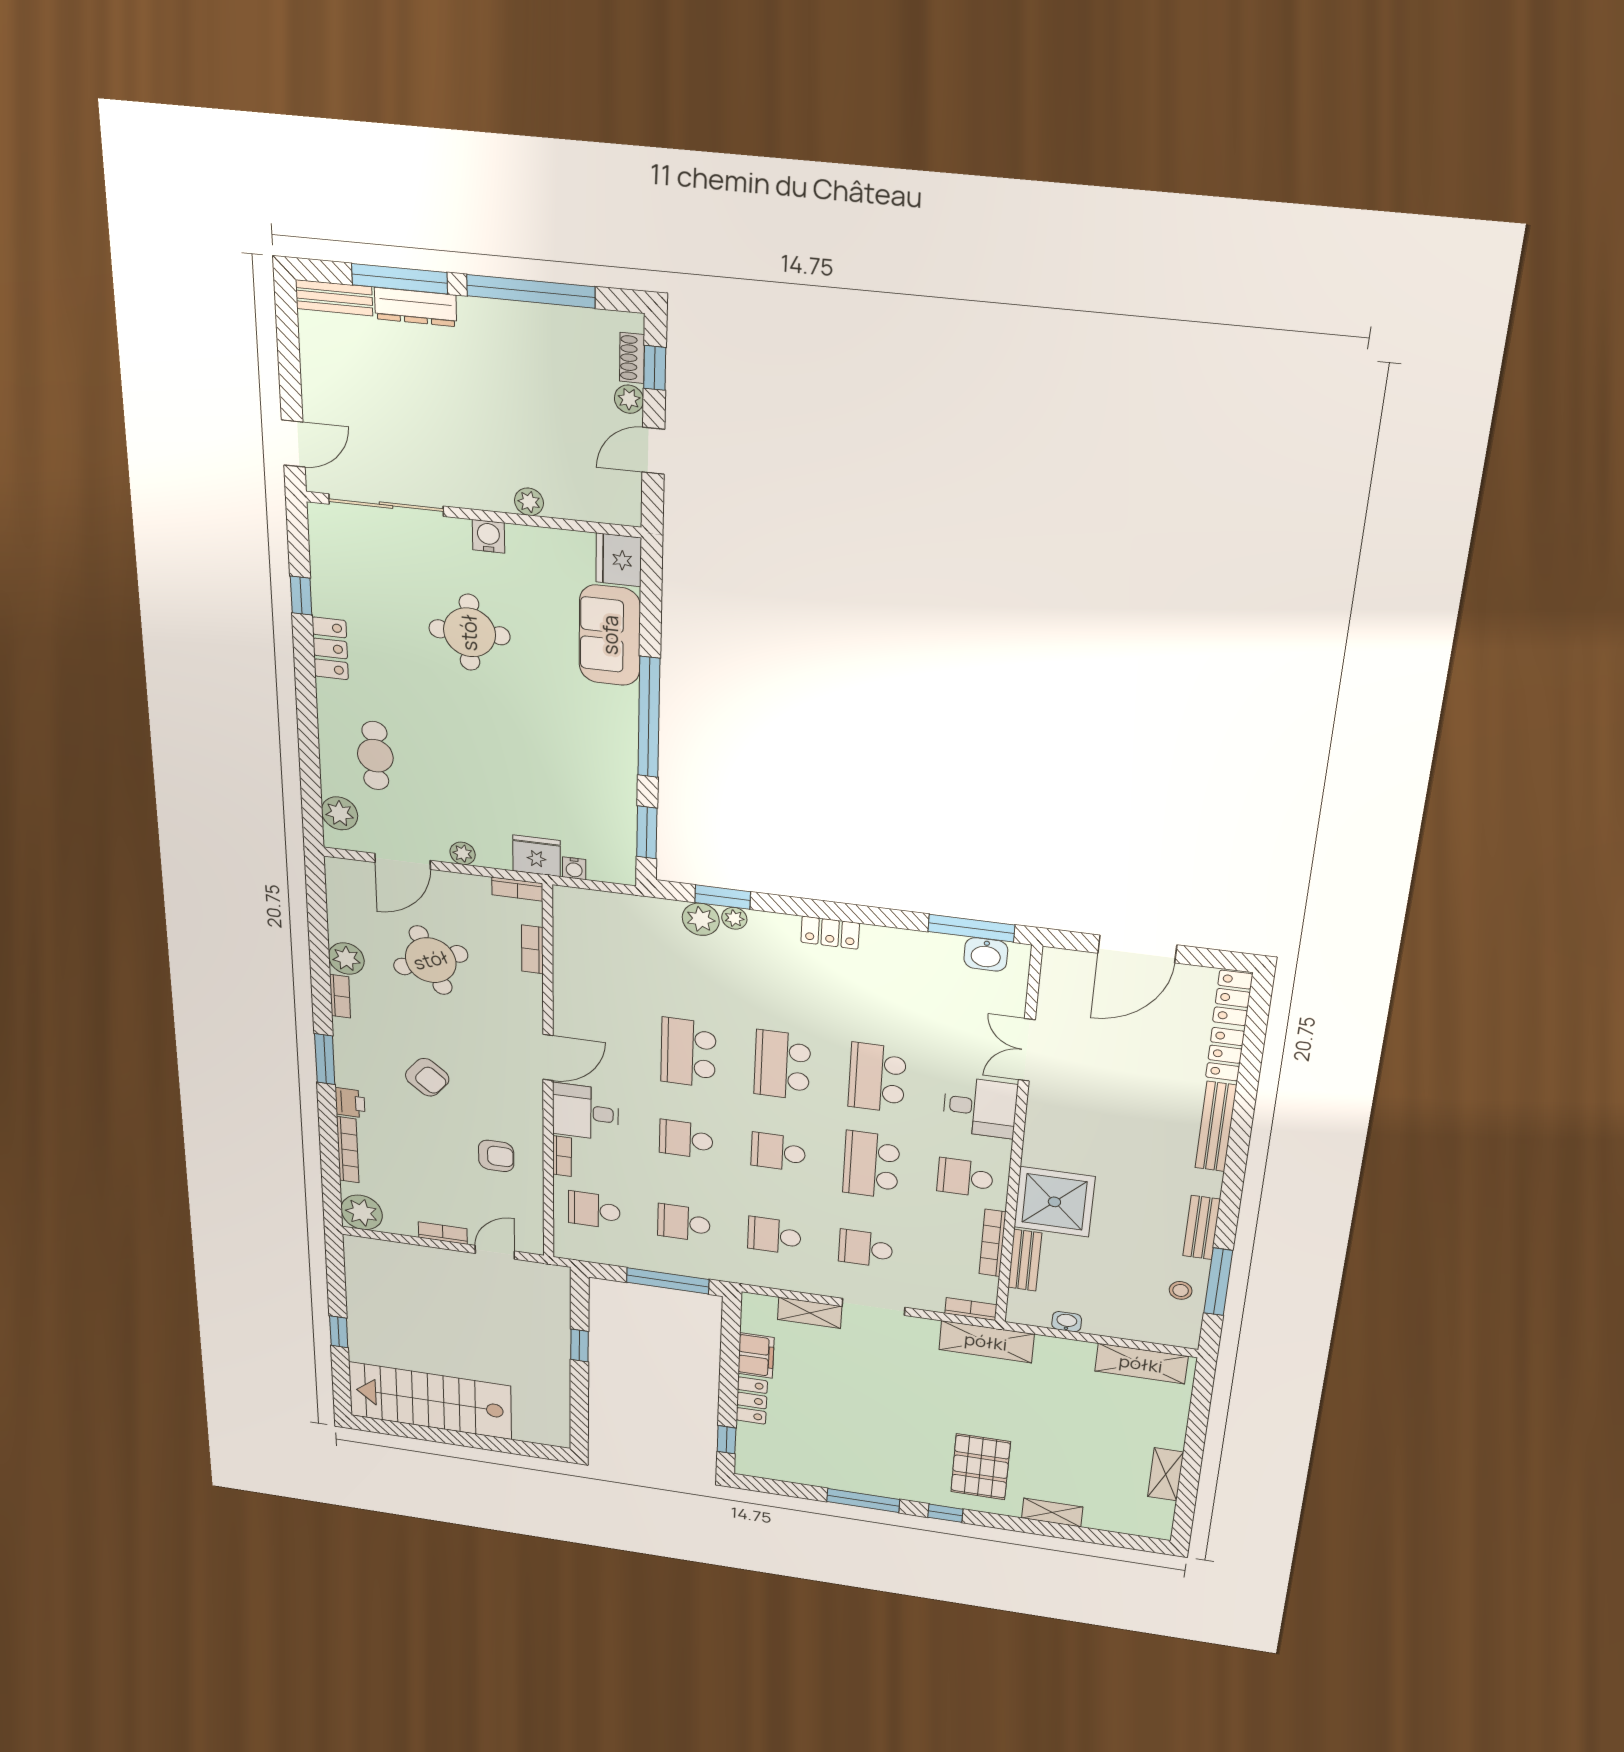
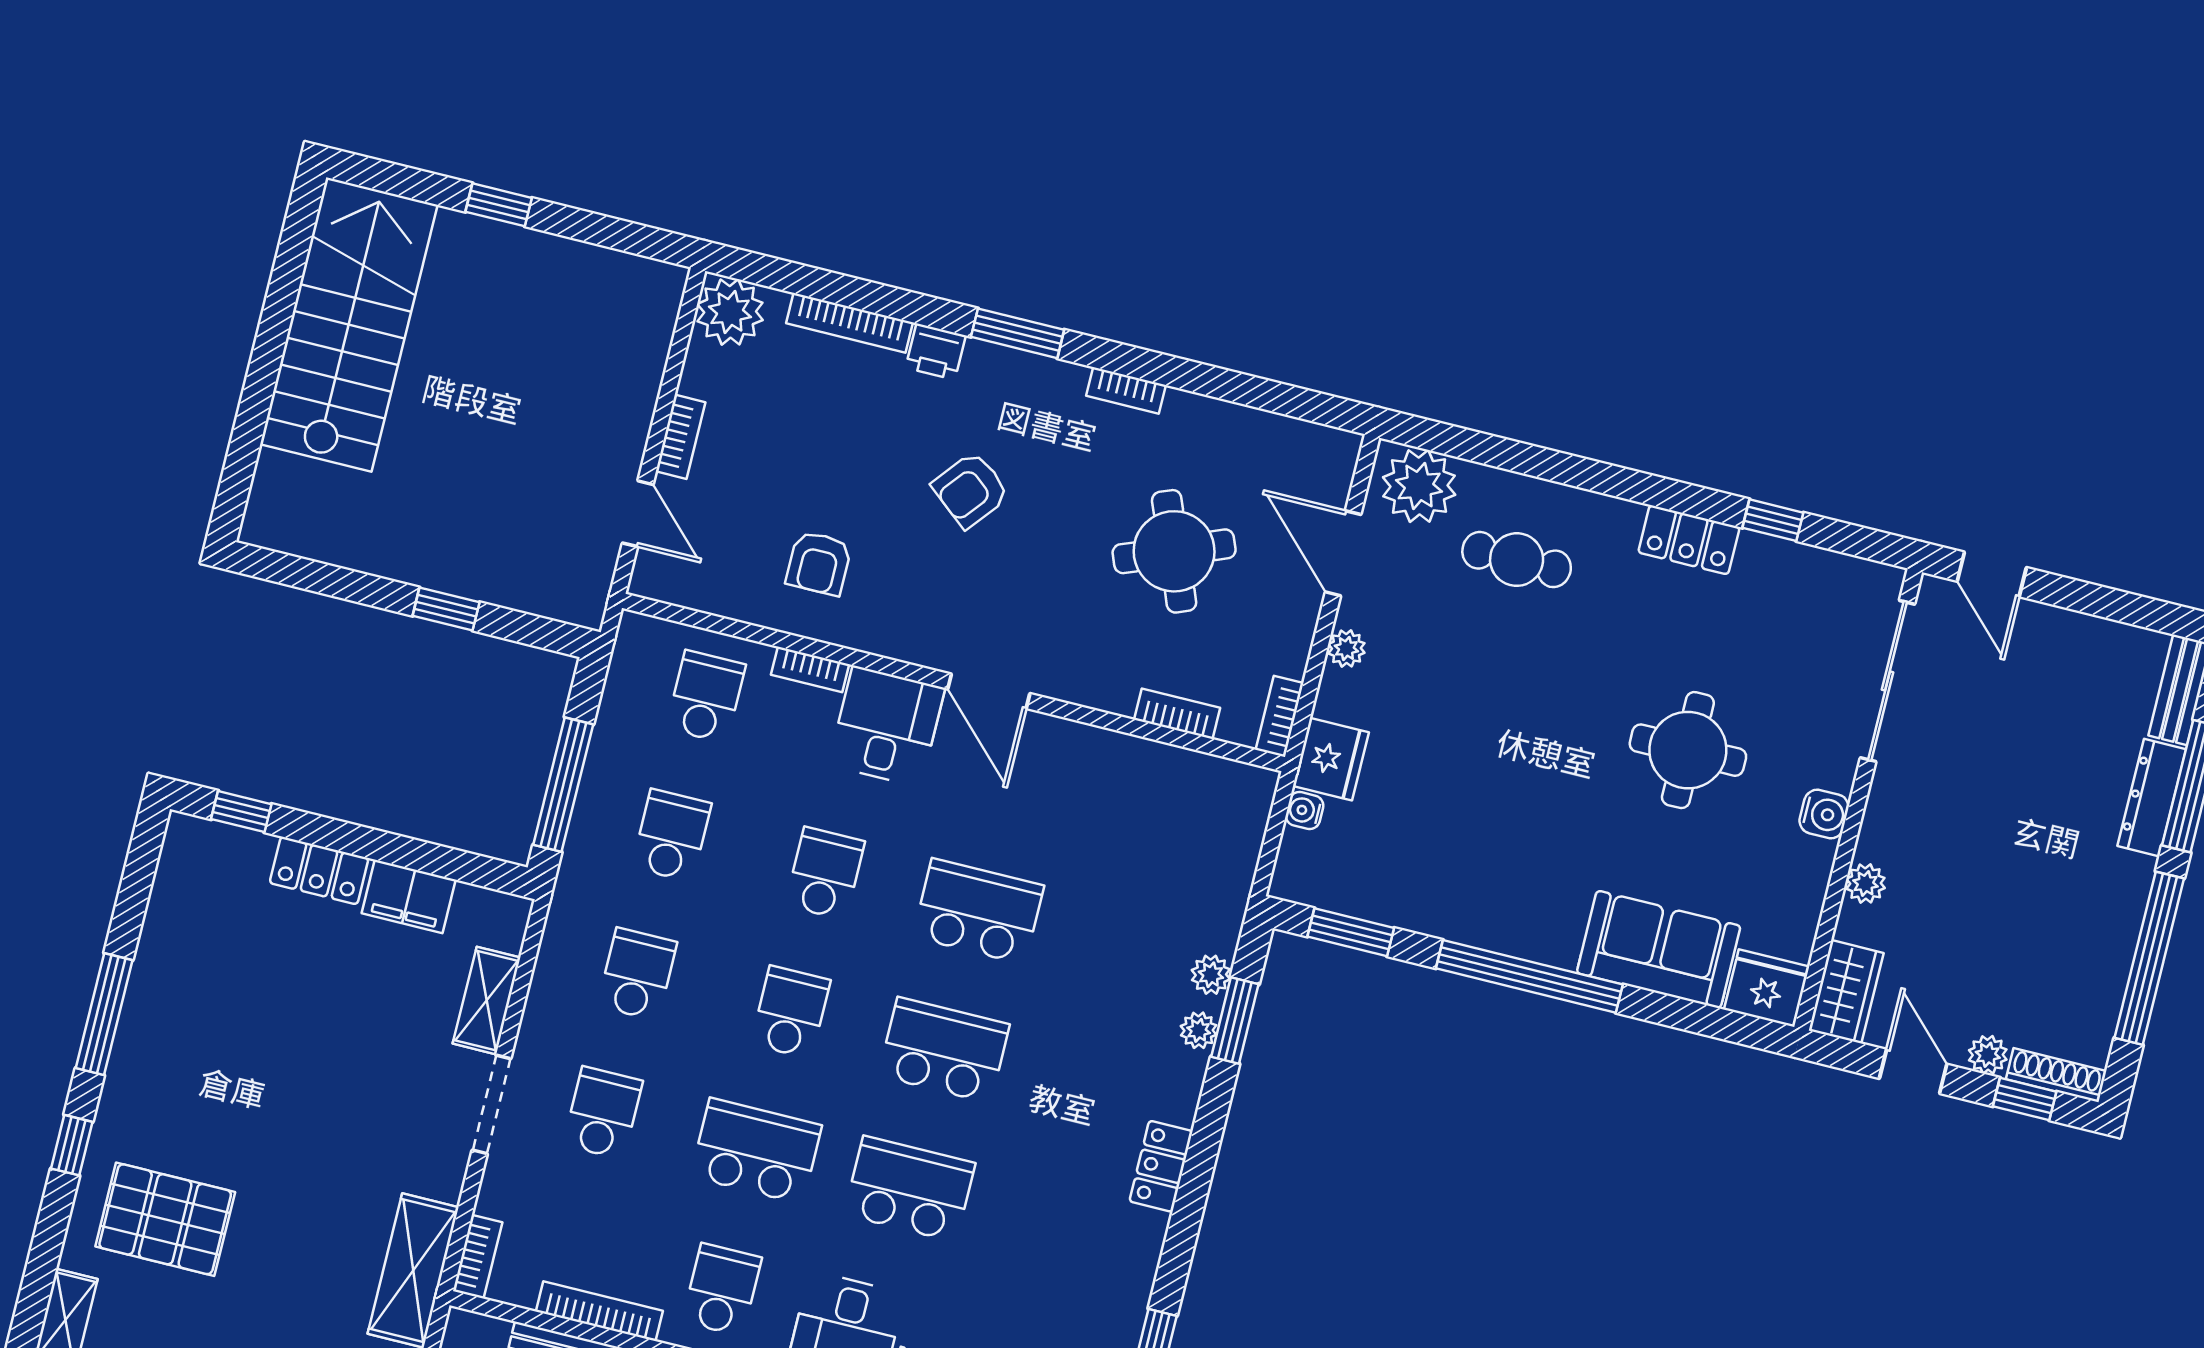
shoe rack: (632, 358) -> (2056, 1075), width x1.43
wardrobe: (608, 505) -> (1846, 992), added
plant: (340, 813) -> (1419, 486), width x1.36, depth x1.36
plant: (701, 919) -> (1211, 975), width x0.73, depth x0.73
plant: (346, 959) -> (1190, 419), removed

